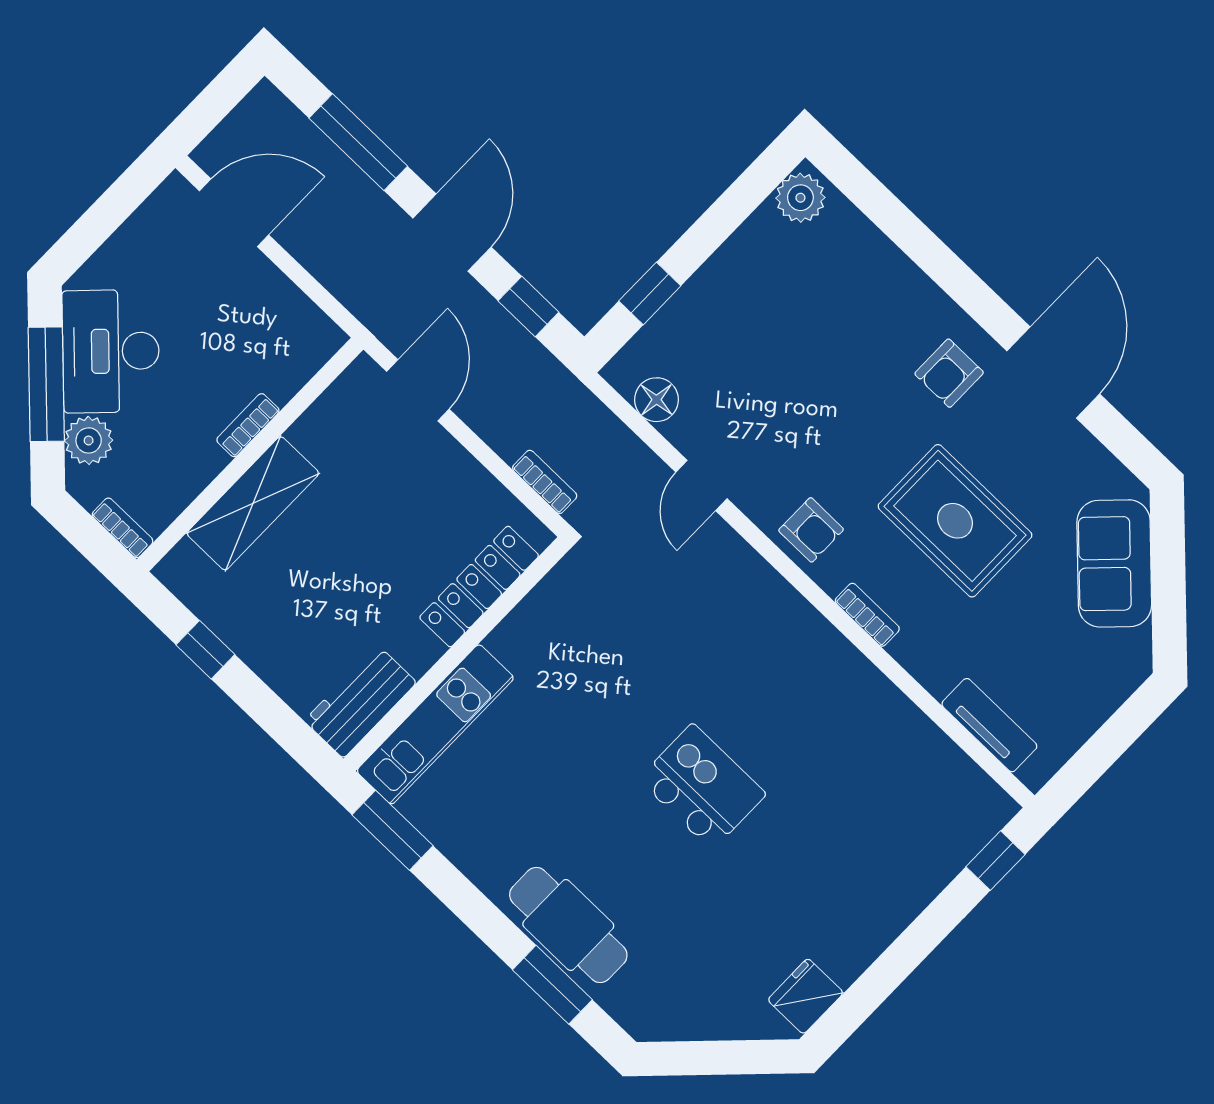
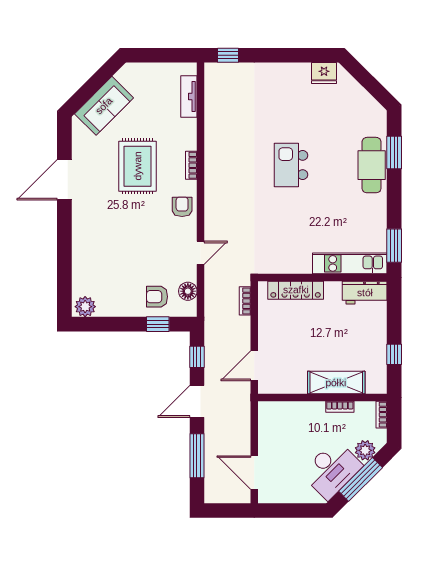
armchair: (949, 373) -> (157, 297), moved, turned 180
bookcase: (248, 425) -> (340, 407), moved

